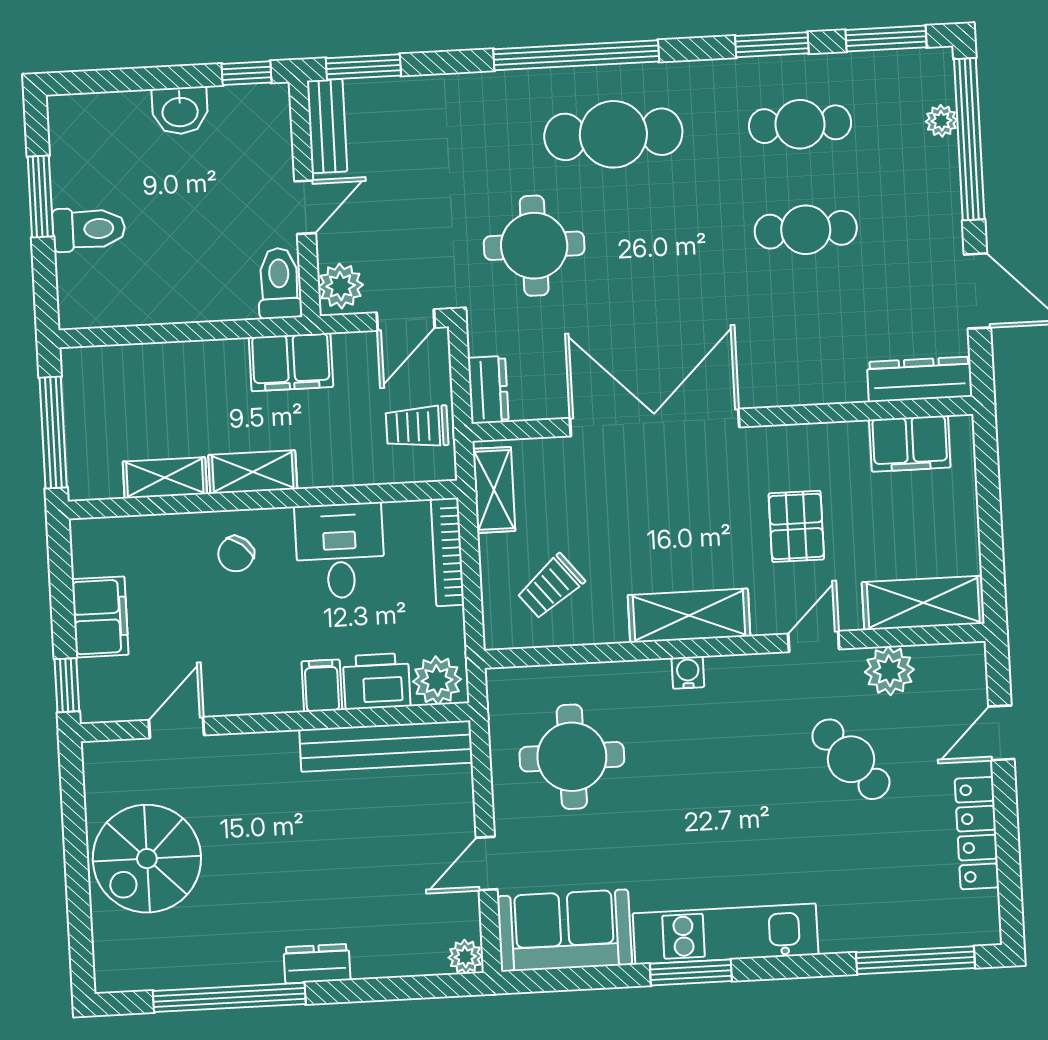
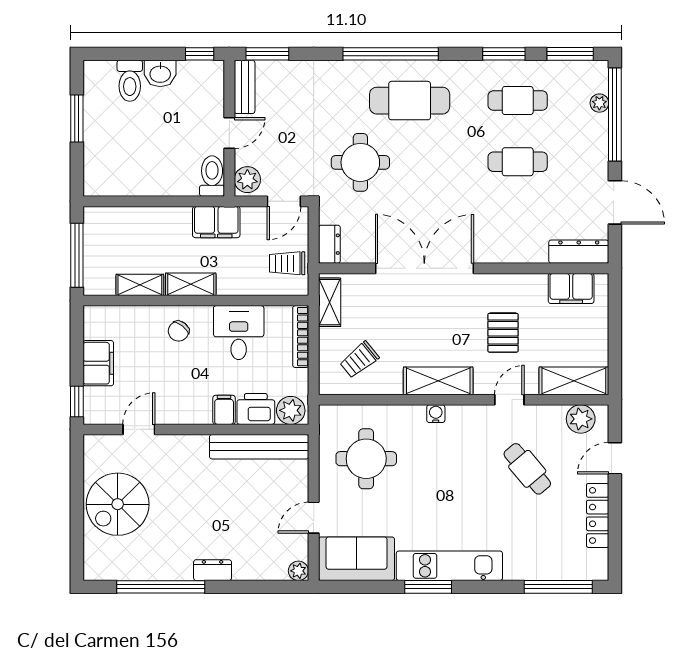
toilet: (89, 229) -> (130, 81), moved, turned 90
plant: (889, 671) -> (581, 419), moved

